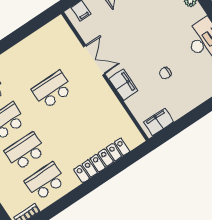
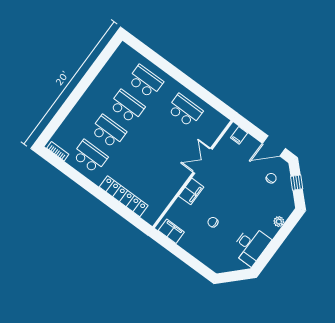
double door: (94, 60) -> (203, 161), swing flipped
school desk: (52, 90) -> (185, 110), moved

